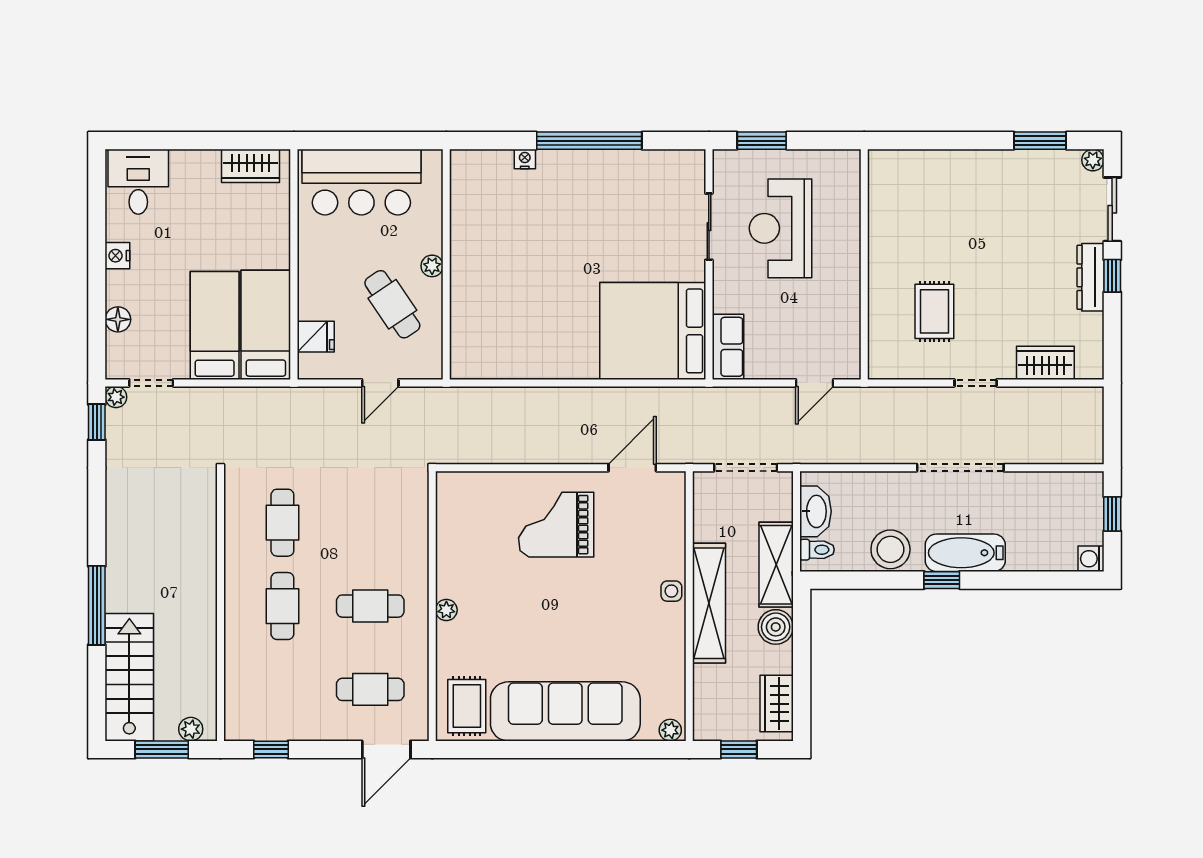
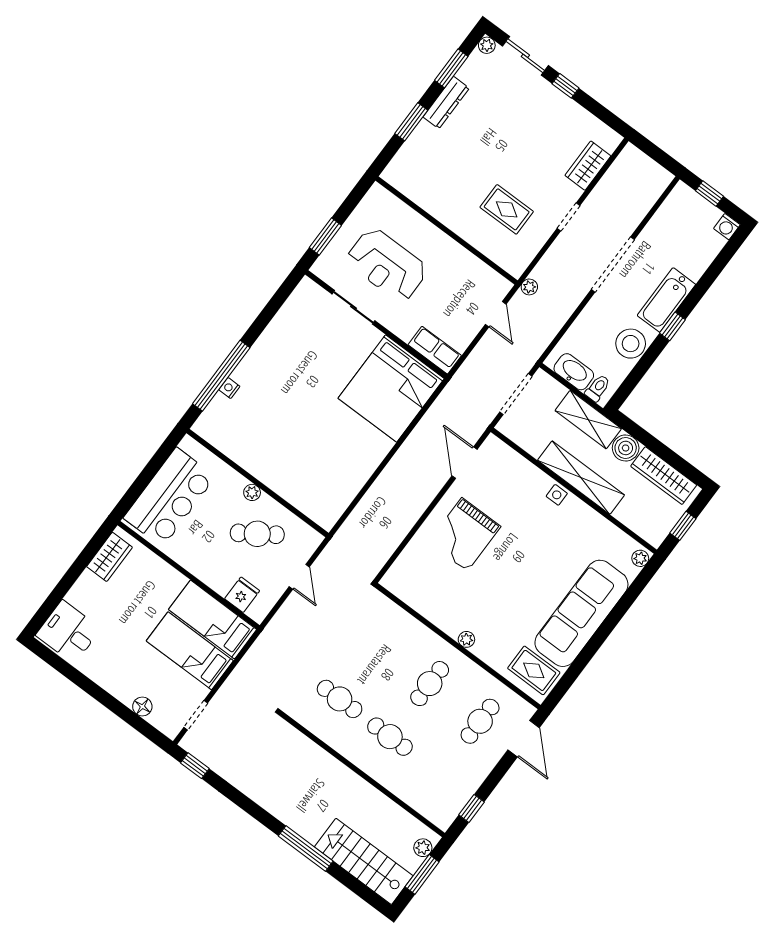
window: (589, 141) -> (221, 376), moved
window: (952, 141) -> (411, 122), added
nightstand: (117, 256) -> (104, 678), removed
dresser: (1090, 277) -> (446, 103), moved, turned -90
plant: (116, 397) -> (529, 287), moved
wardrobe: (777, 704) -> (664, 476), width x1.50

